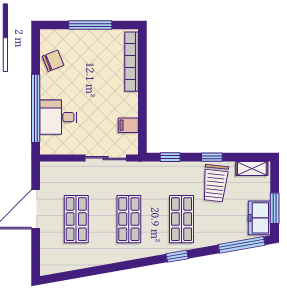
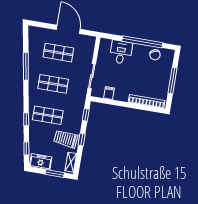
window: (36, 108) -> (142, 42), moved
window: (275, 208) -> (55, 173), moved
window: (242, 245) -> (26, 148), width x0.46
window: (177, 256) -> (26, 119), moved
window: (108, 268) -> (26, 66), added

